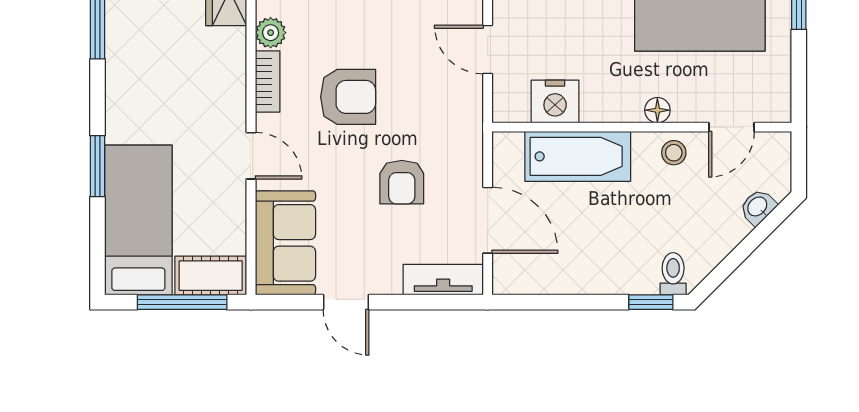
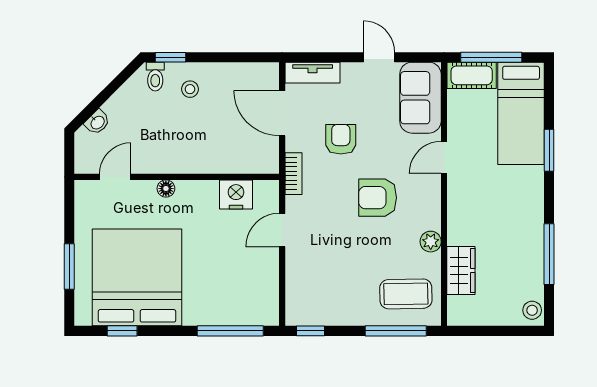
door: (488, 49) -> (282, 230), swing flipped
bookcase: (268, 82) -> (293, 174), moved, turned 180
stool: (674, 153) -> (190, 89), moved
door: (251, 156) -> (444, 157), hinge flipped
bathtub: (578, 156) -> (221, 157), removed

